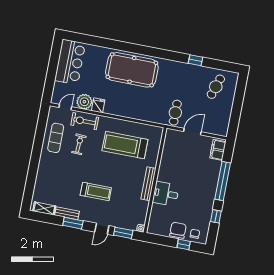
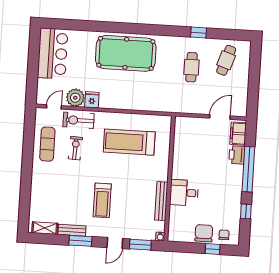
cafe table: (175, 113) -> (191, 67), moved
door: (192, 132) -> (220, 117), moved
printer: (214, 168) -> (237, 155), added
bench: (148, 184) -> (161, 201), moved
treadmill: (96, 191) -> (102, 200), turned 90

